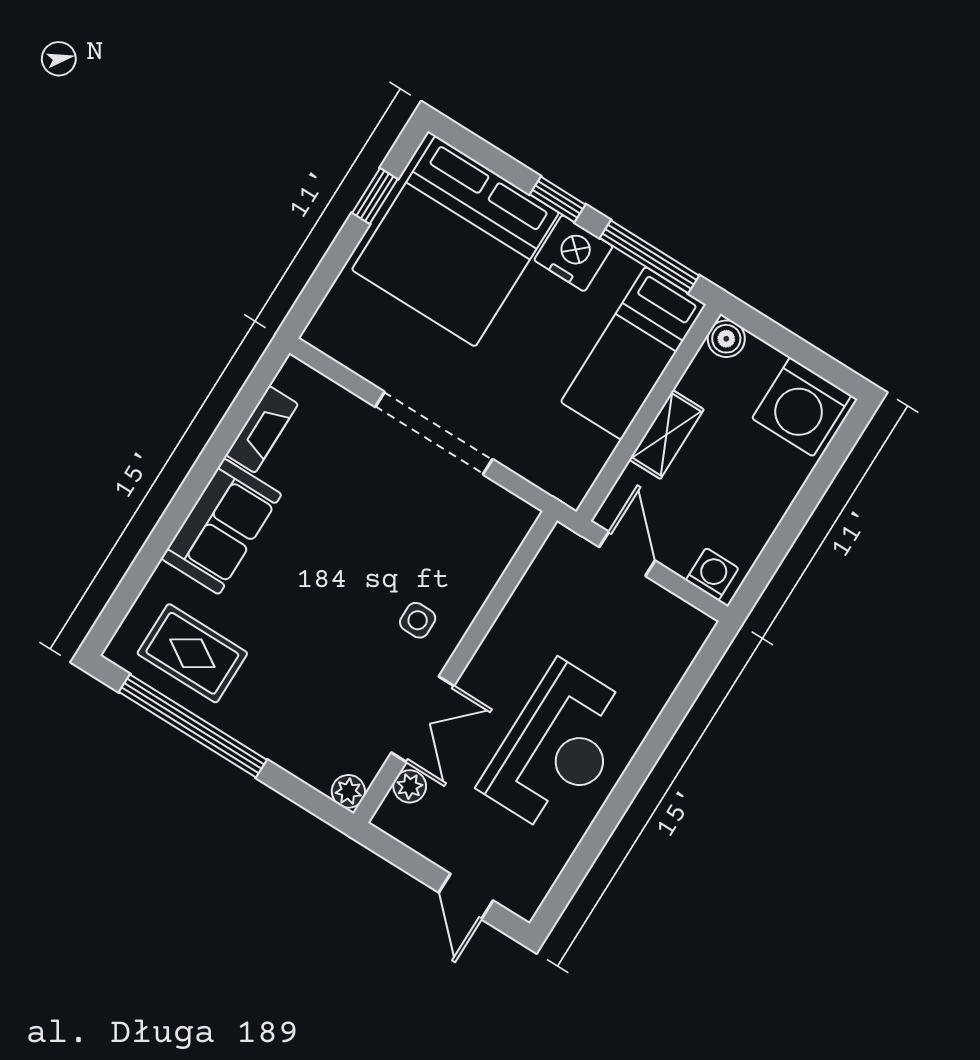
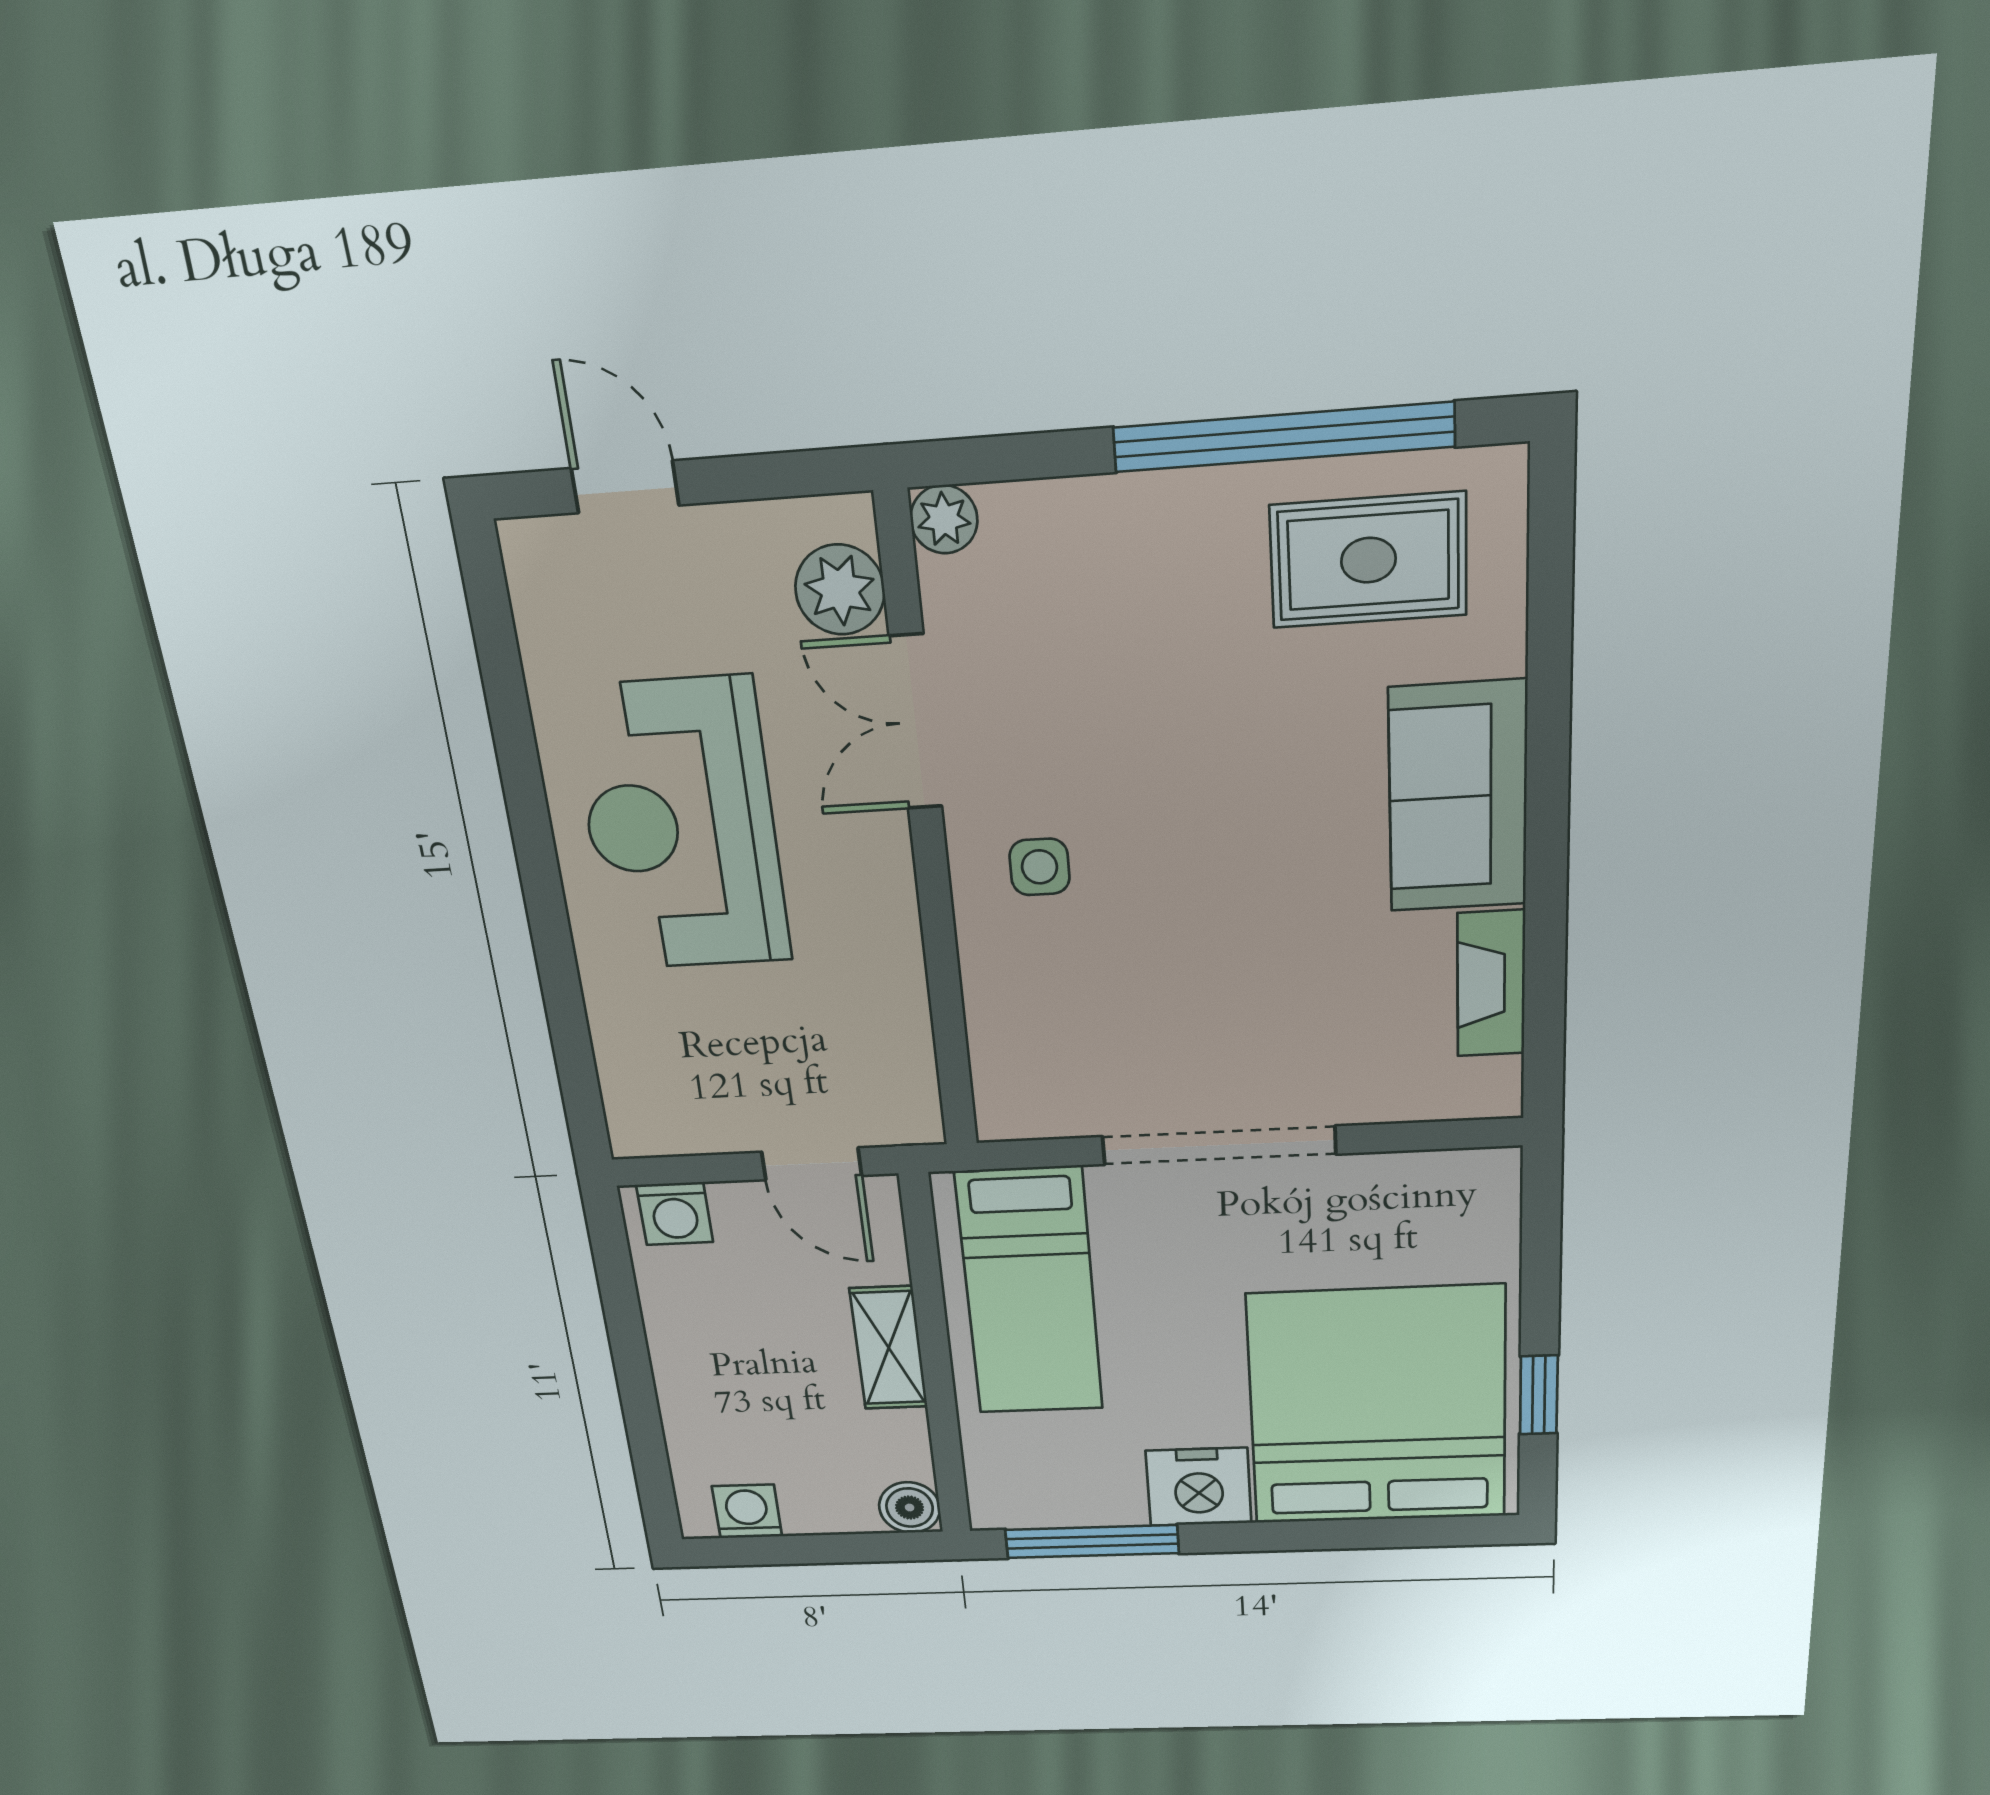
window: (558, 199) -> (1272, 1536), removed
bed: (633, 353) -> (1030, 1292), moved, turned 180
washing machine: (802, 407) -> (747, 1511), width x0.53, depth x0.53
plant: (410, 786) -> (840, 590), width x1.38, depth x1.38

